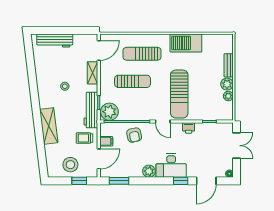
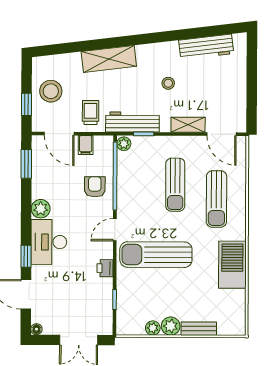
workbench: (55, 41) -> (206, 47), moved, turned -97
sun lounger: (142, 54) -> (216, 199), turned 180
plant: (109, 112) -> (124, 144), width x0.53, depth x0.53
armchair: (134, 135) -> (95, 187), turned 102

